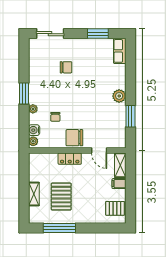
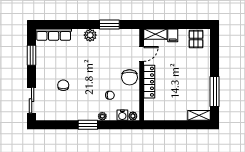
row of seats: (120, 51) -> (54, 35), width x1.48
locker: (70, 159) -> (149, 82), width x1.53
shelving: (34, 194) -> (199, 115), moved
pallet: (61, 197) -> (185, 90), removed

